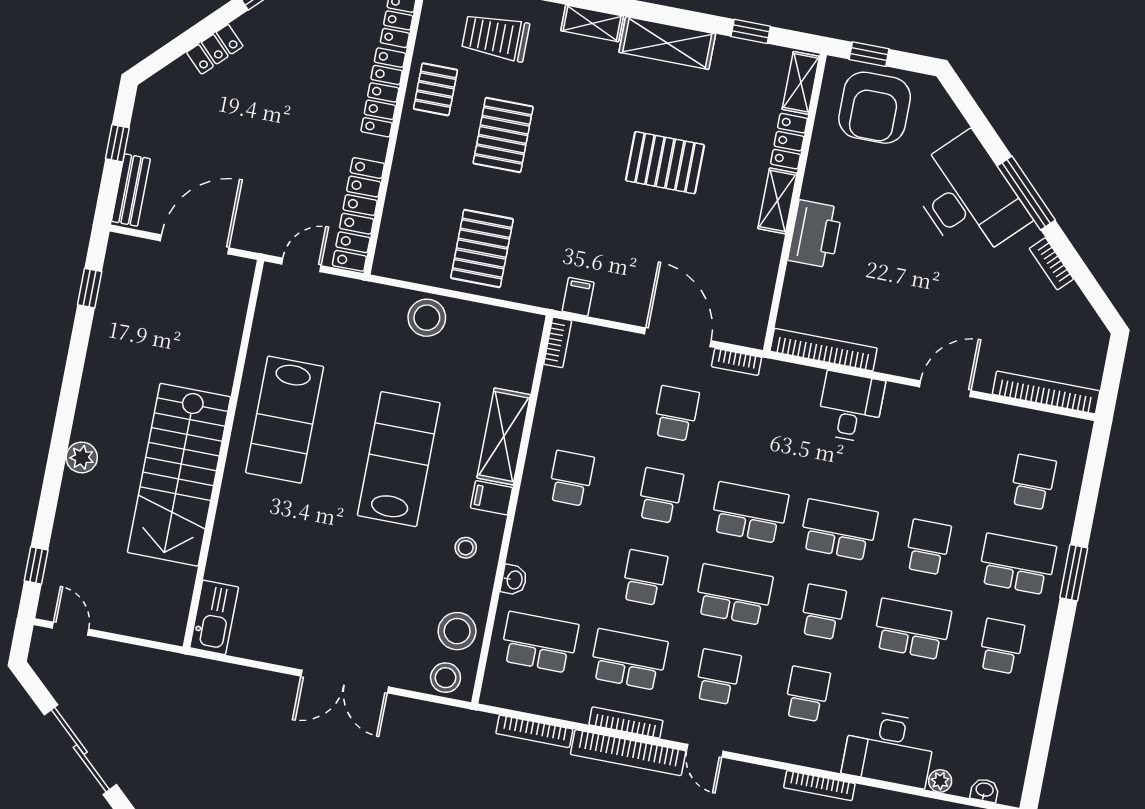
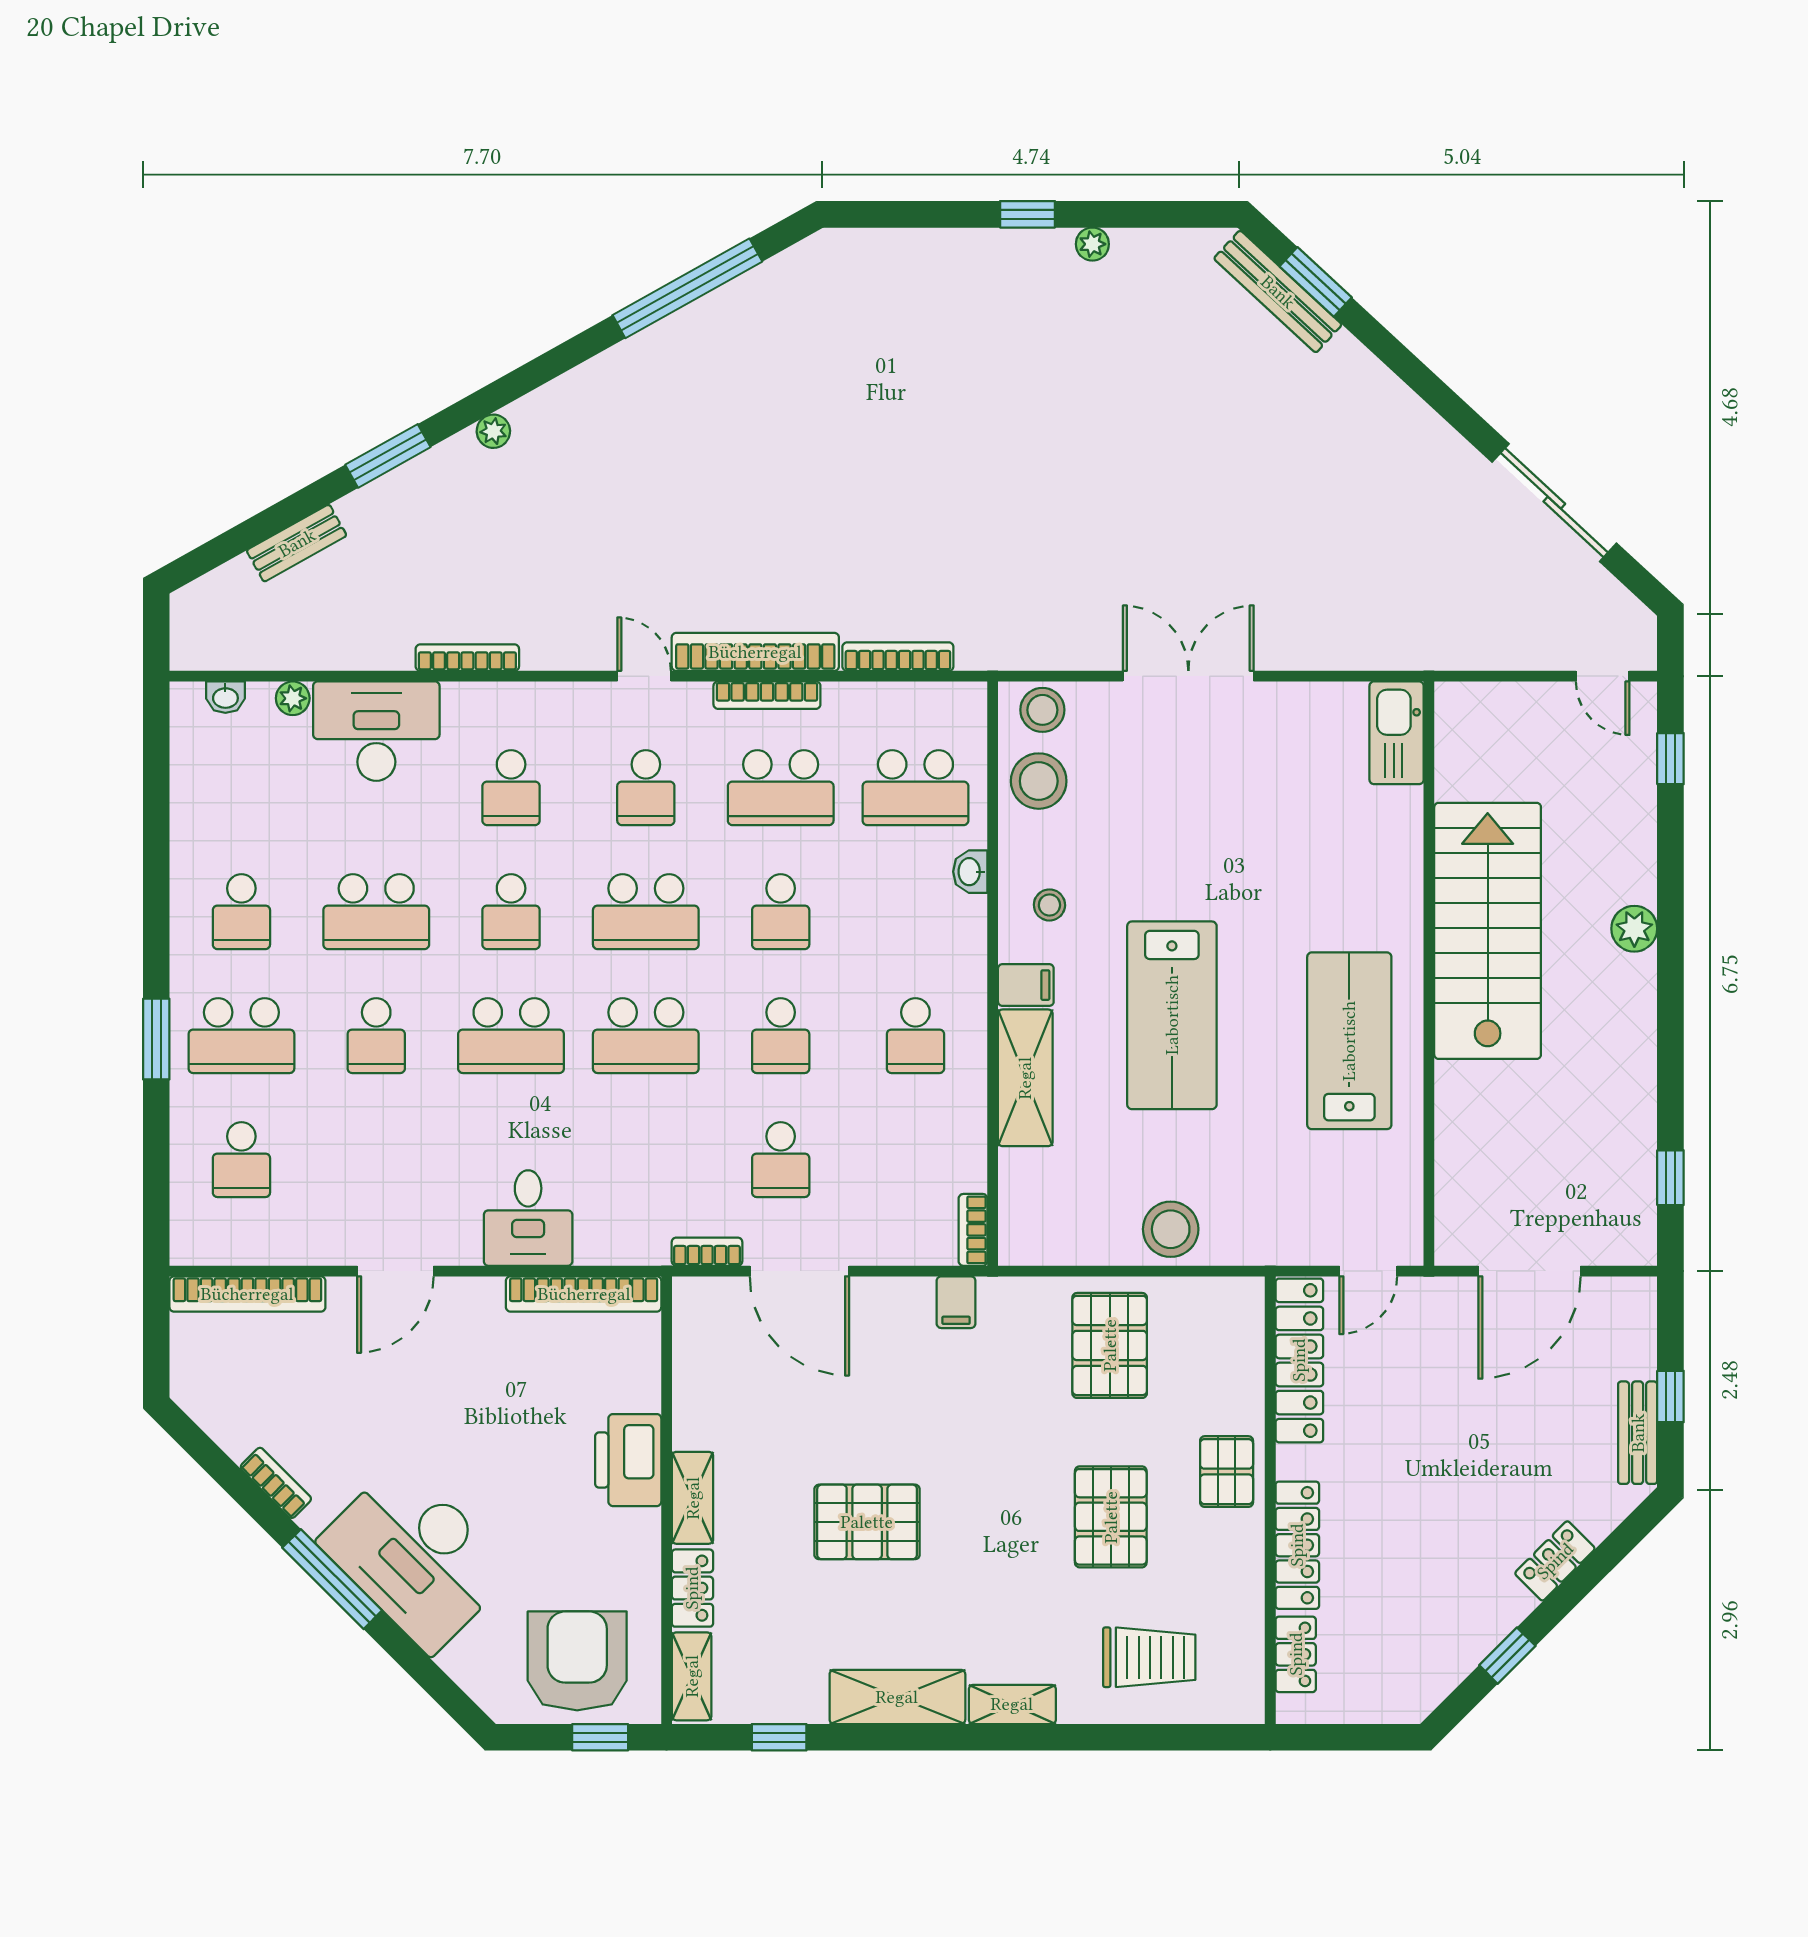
pallet: (436, 89) -> (1227, 1472), moved
bench: (131, 190) -> (1638, 1433), moved

